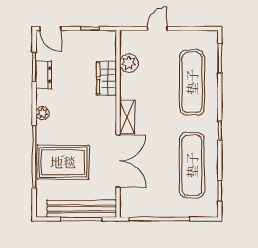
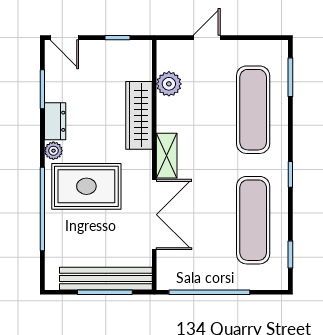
dresser: (44, 75) -> (55, 121), moved
wardrobe: (106, 78) -> (139, 115), width x1.50
rug: (63, 162) -> (86, 186), moved

